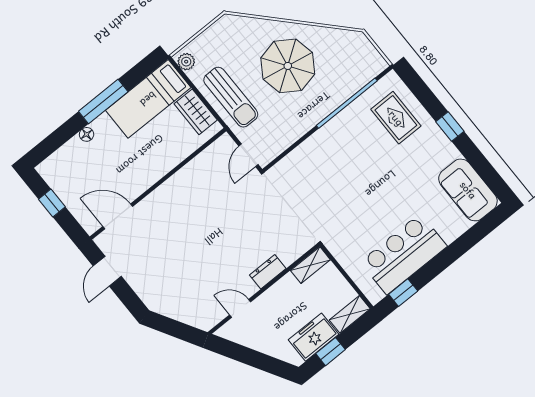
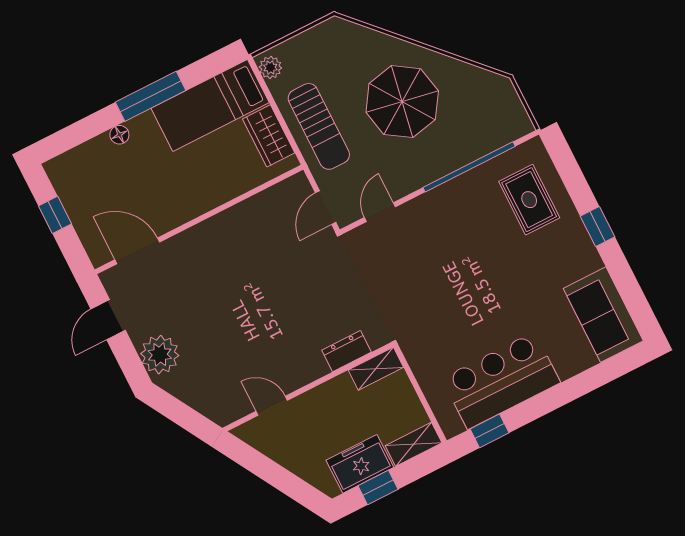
door: (289, 150) -> (380, 212), added
dresser: (268, 272) -> (346, 351), moved
plant: (150, 289) -> (160, 355), added

